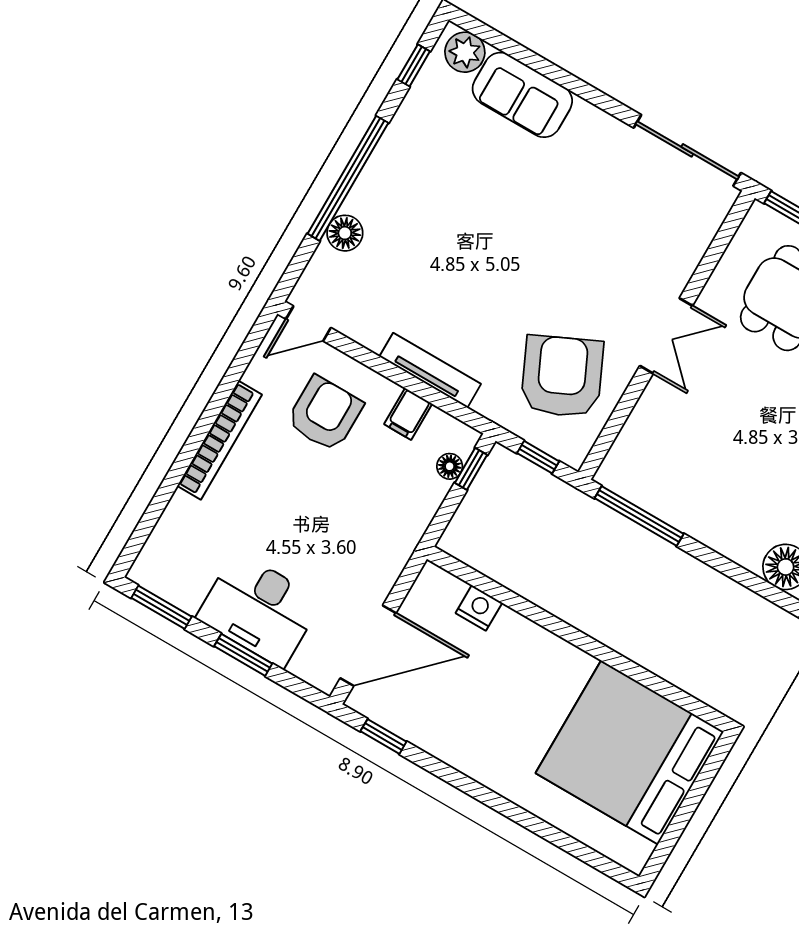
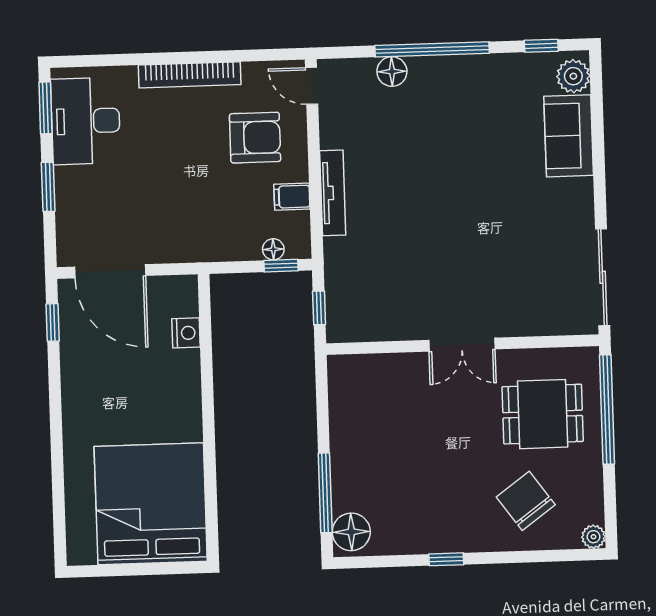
armchair: (562, 376) -> (387, 289), removed
window: (639, 516) -> (325, 493), moved
desk: (259, 609) -> (86, 121), moved

